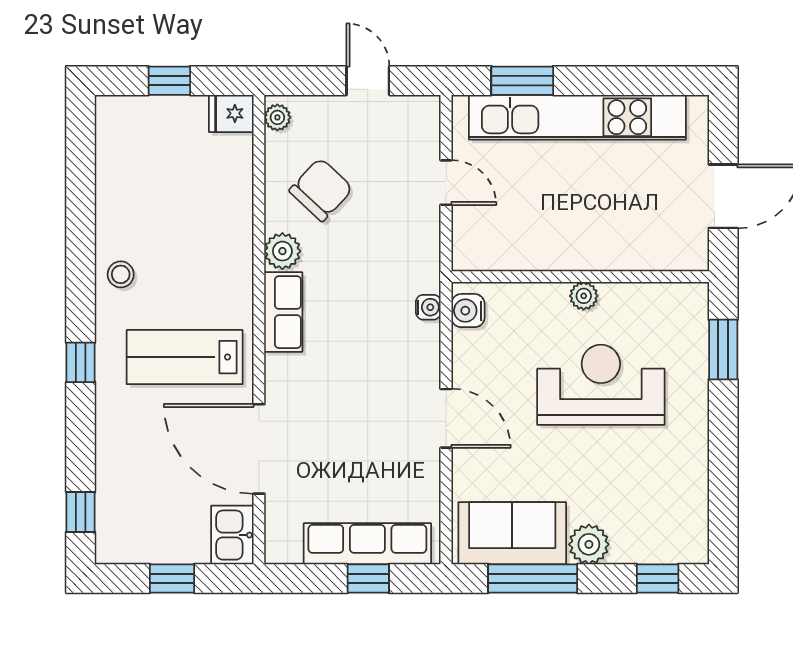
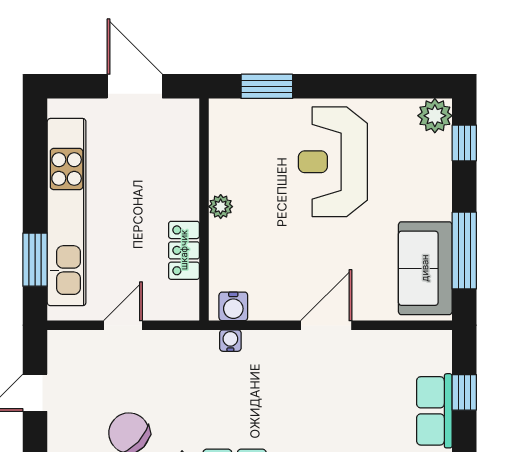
locker: (533, 253) -> (184, 250), added
reception desk: (601, 385) -> (333, 162), moved
row of seats: (367, 544) -> (434, 411), width x0.68
plant: (589, 544) -> (435, 116), moved

